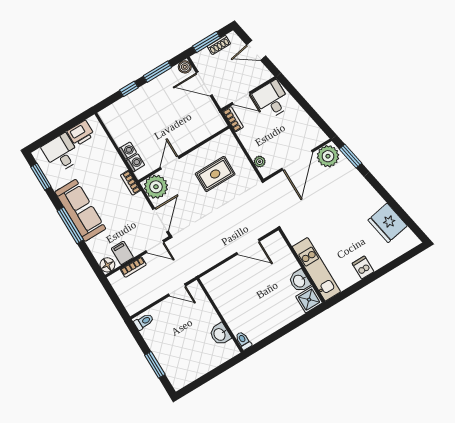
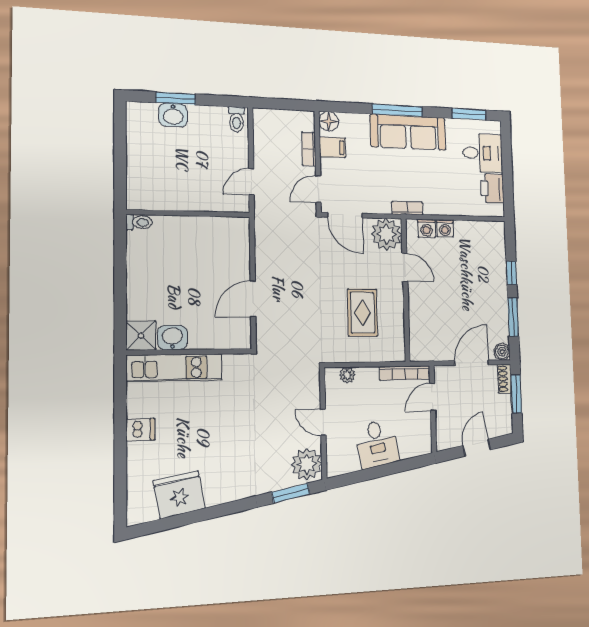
shoe rack: (219, 45) -> (504, 379), moved
desk: (272, 100) -> (377, 444), moved, turned 79
bookcase: (233, 119) -> (405, 373), width x1.56
door: (297, 160) -> (323, 422), width x0.53
washbasin: (220, 334) -> (173, 115), moved, turned 180

